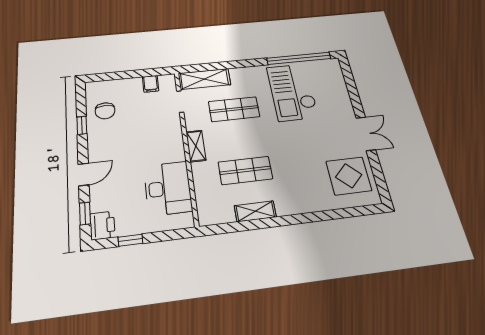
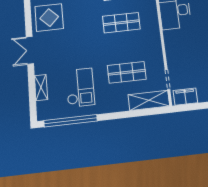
filing cabinet: (151, 84) -> (185, 97), width x2.00
checkout: (292, 92) -> (80, 88), width x0.73, depth x0.83
shelving: (196, 146) -> (41, 88), moved

